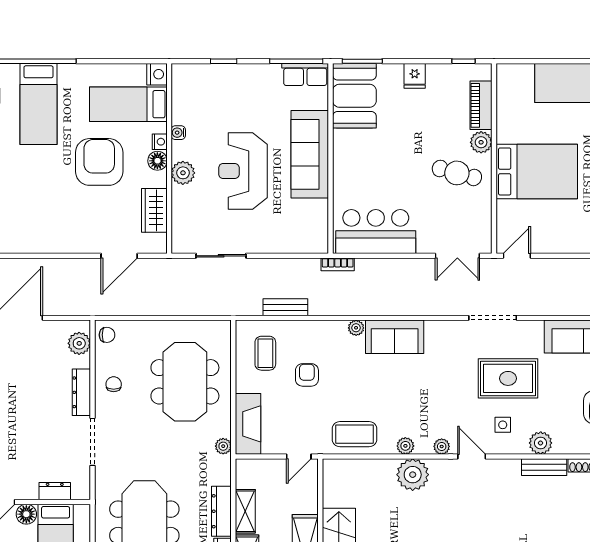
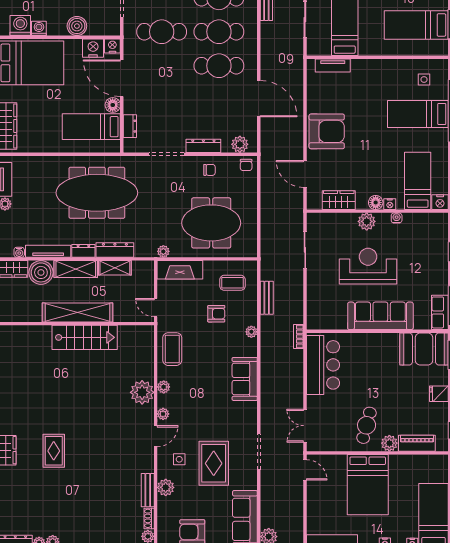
armchair: (99, 162) -> (327, 131), moved
plant: (356, 328) -> (251, 332), moved

